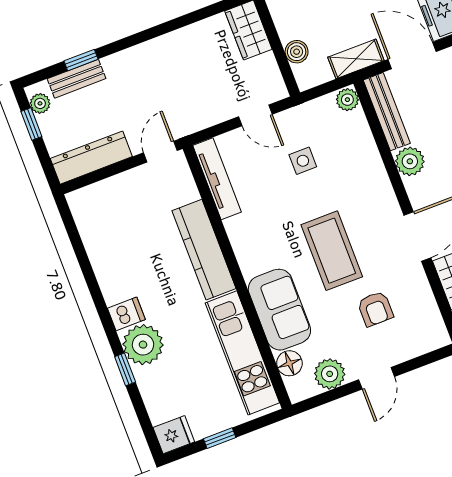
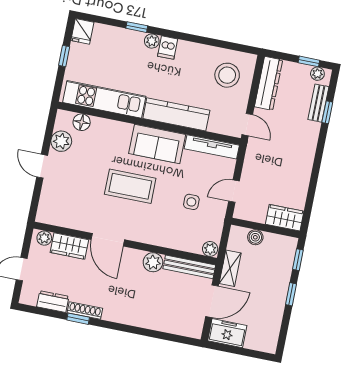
stool: (114, 217) -> (227, 75), added
armchair: (375, 309) -> (82, 190), removed
sofa: (279, 310) -> (157, 144), moved
plant: (143, 345) -> (152, 41), width x0.53, depth x0.53

